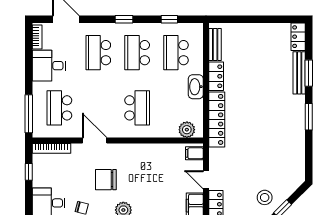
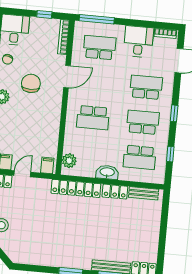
school desk: (176, 53) -> (140, 157), turned 180

